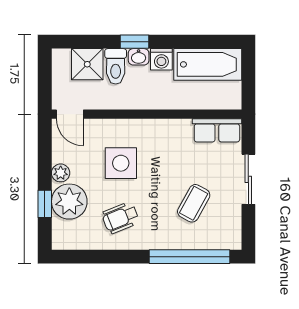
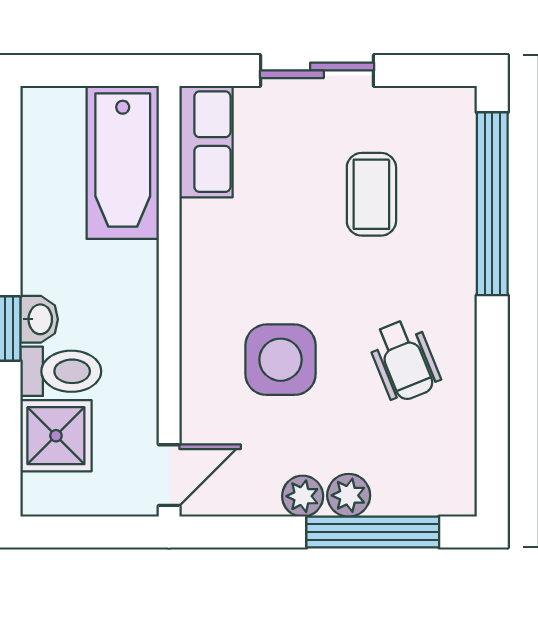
washing machine: (161, 59) -> (45, 267), removed
bathtub: (208, 64) -> (123, 162), moved, turned 180
plant: (69, 202) -> (349, 495), width x0.53, depth x0.53
coffee table: (194, 203) -> (371, 194), turned 61
window: (45, 204) -> (373, 532), width x2.17

